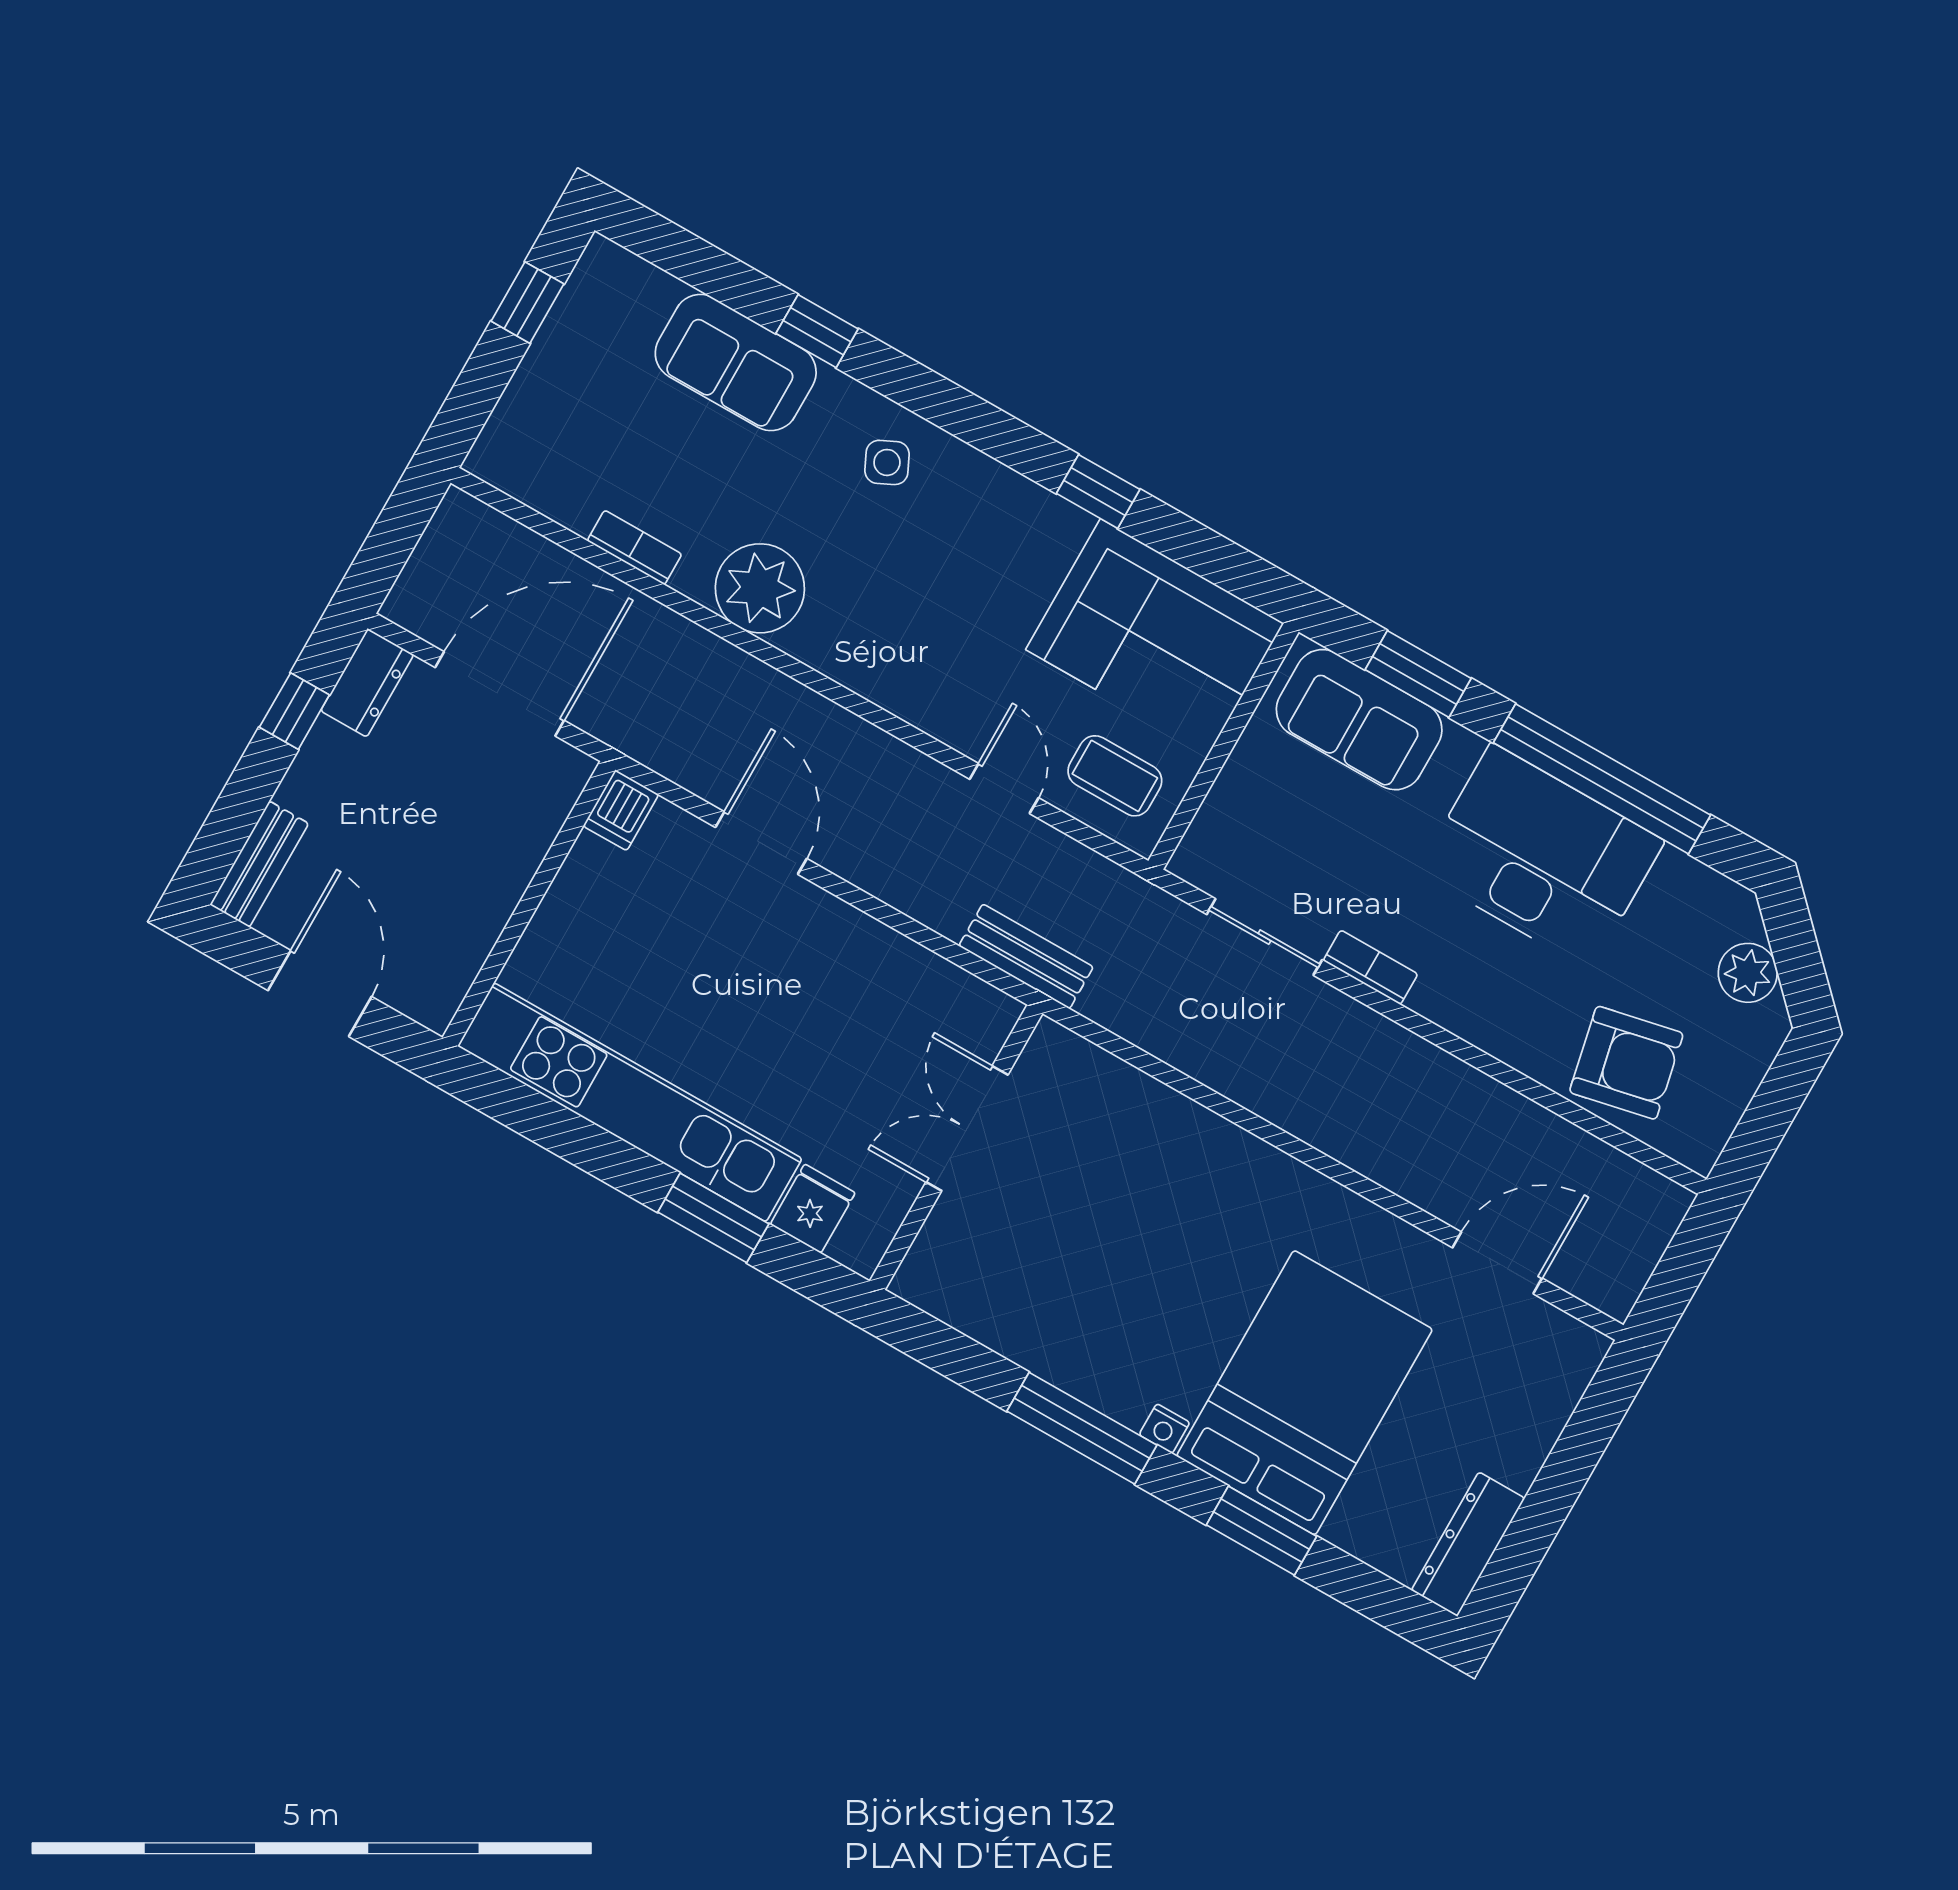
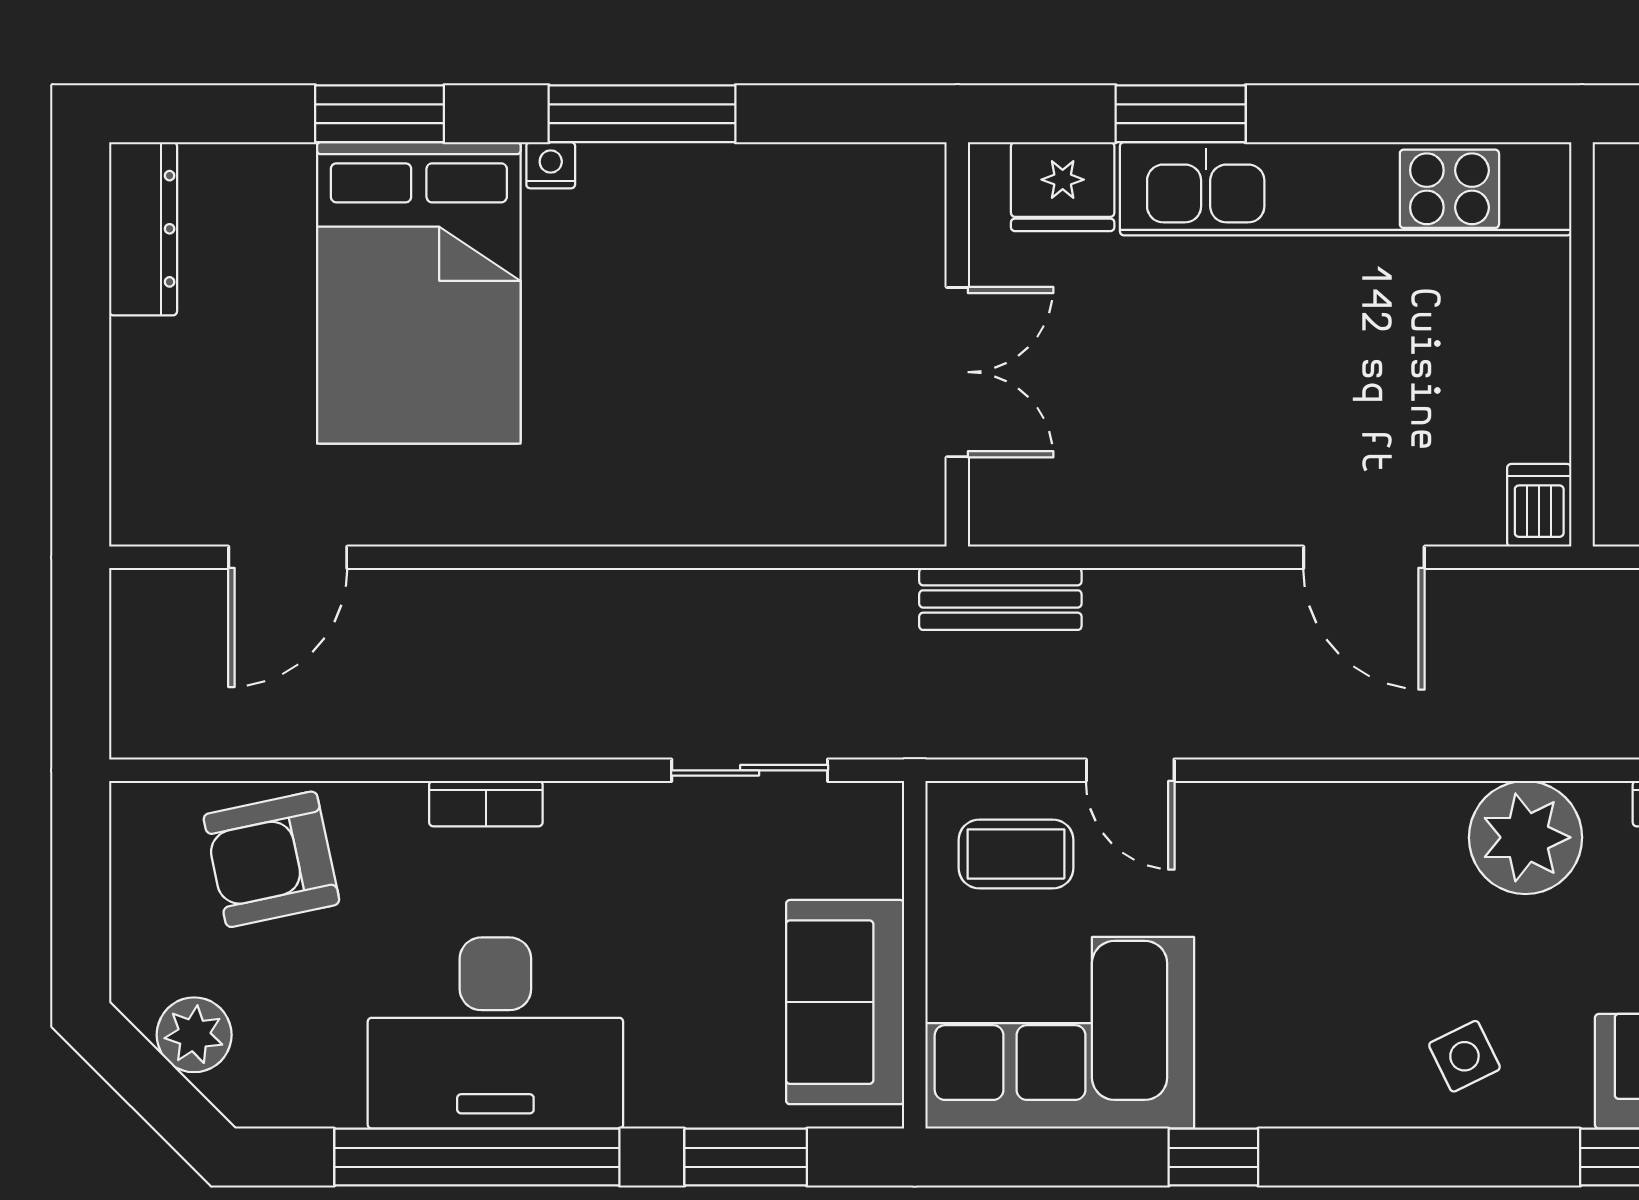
sofa: (1359, 720) -> (845, 1002), moved, turned -90
bookcase: (1370, 967) -> (486, 804), moved
fridge: (813, 1209) -> (1063, 187), width x1.38

